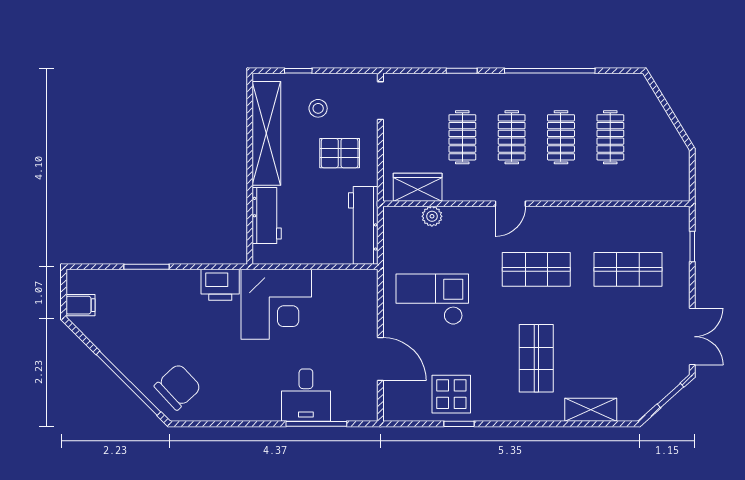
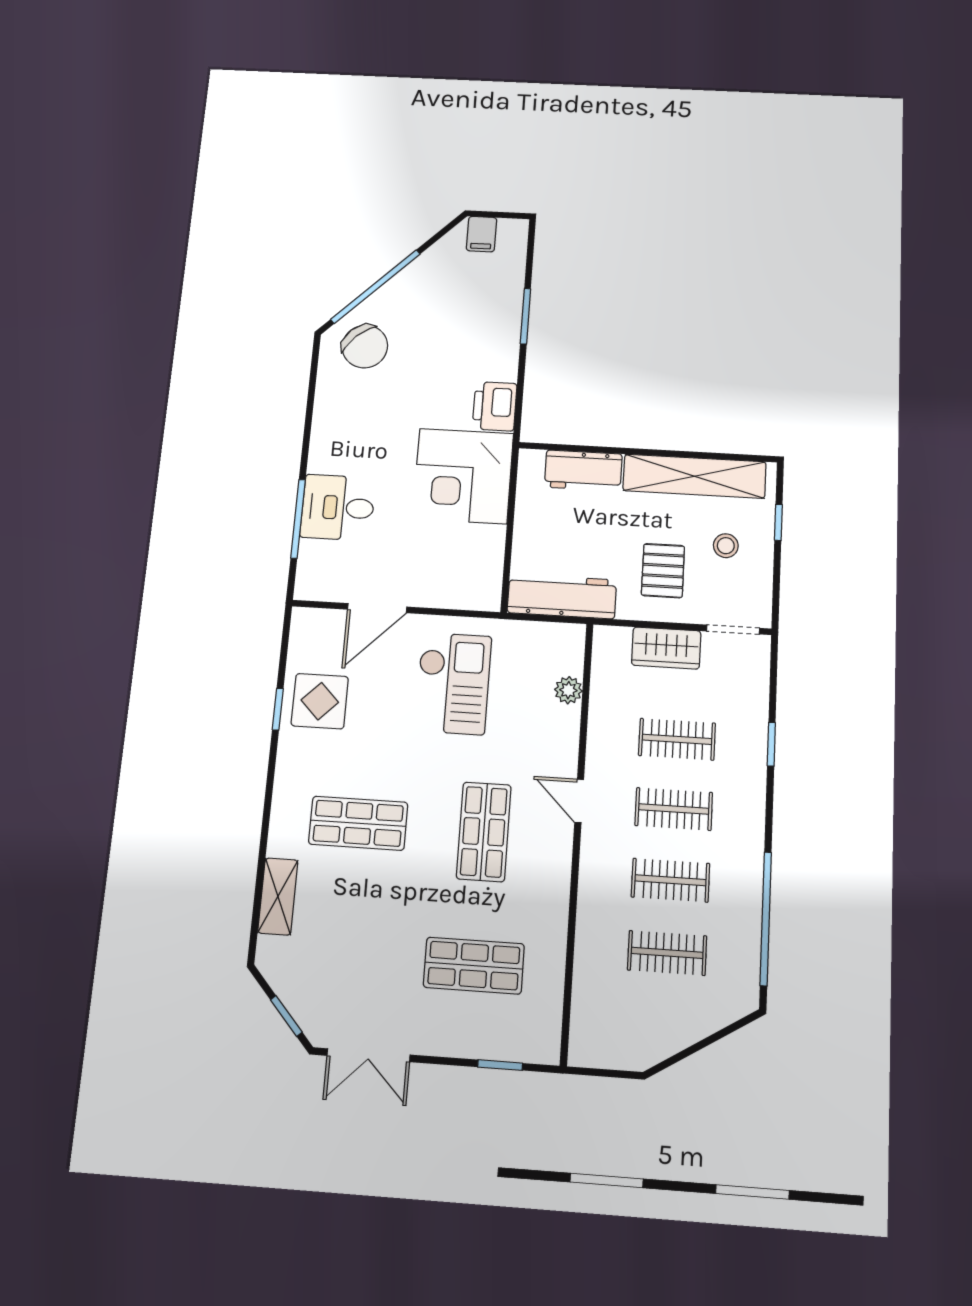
window: (550, 71) -> (766, 918), moved
wardrobe: (418, 187) -> (666, 648), moved, turned 90
shop shelf: (628, 269) -> (474, 966), turned 90

